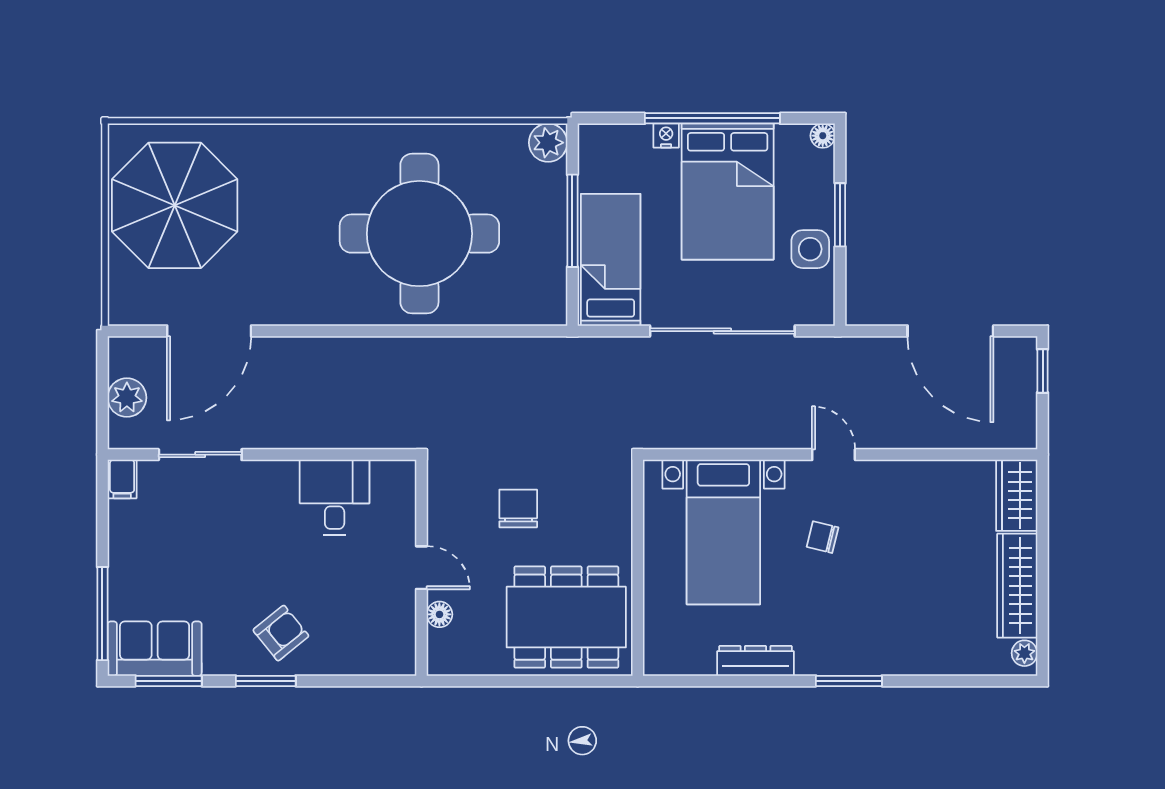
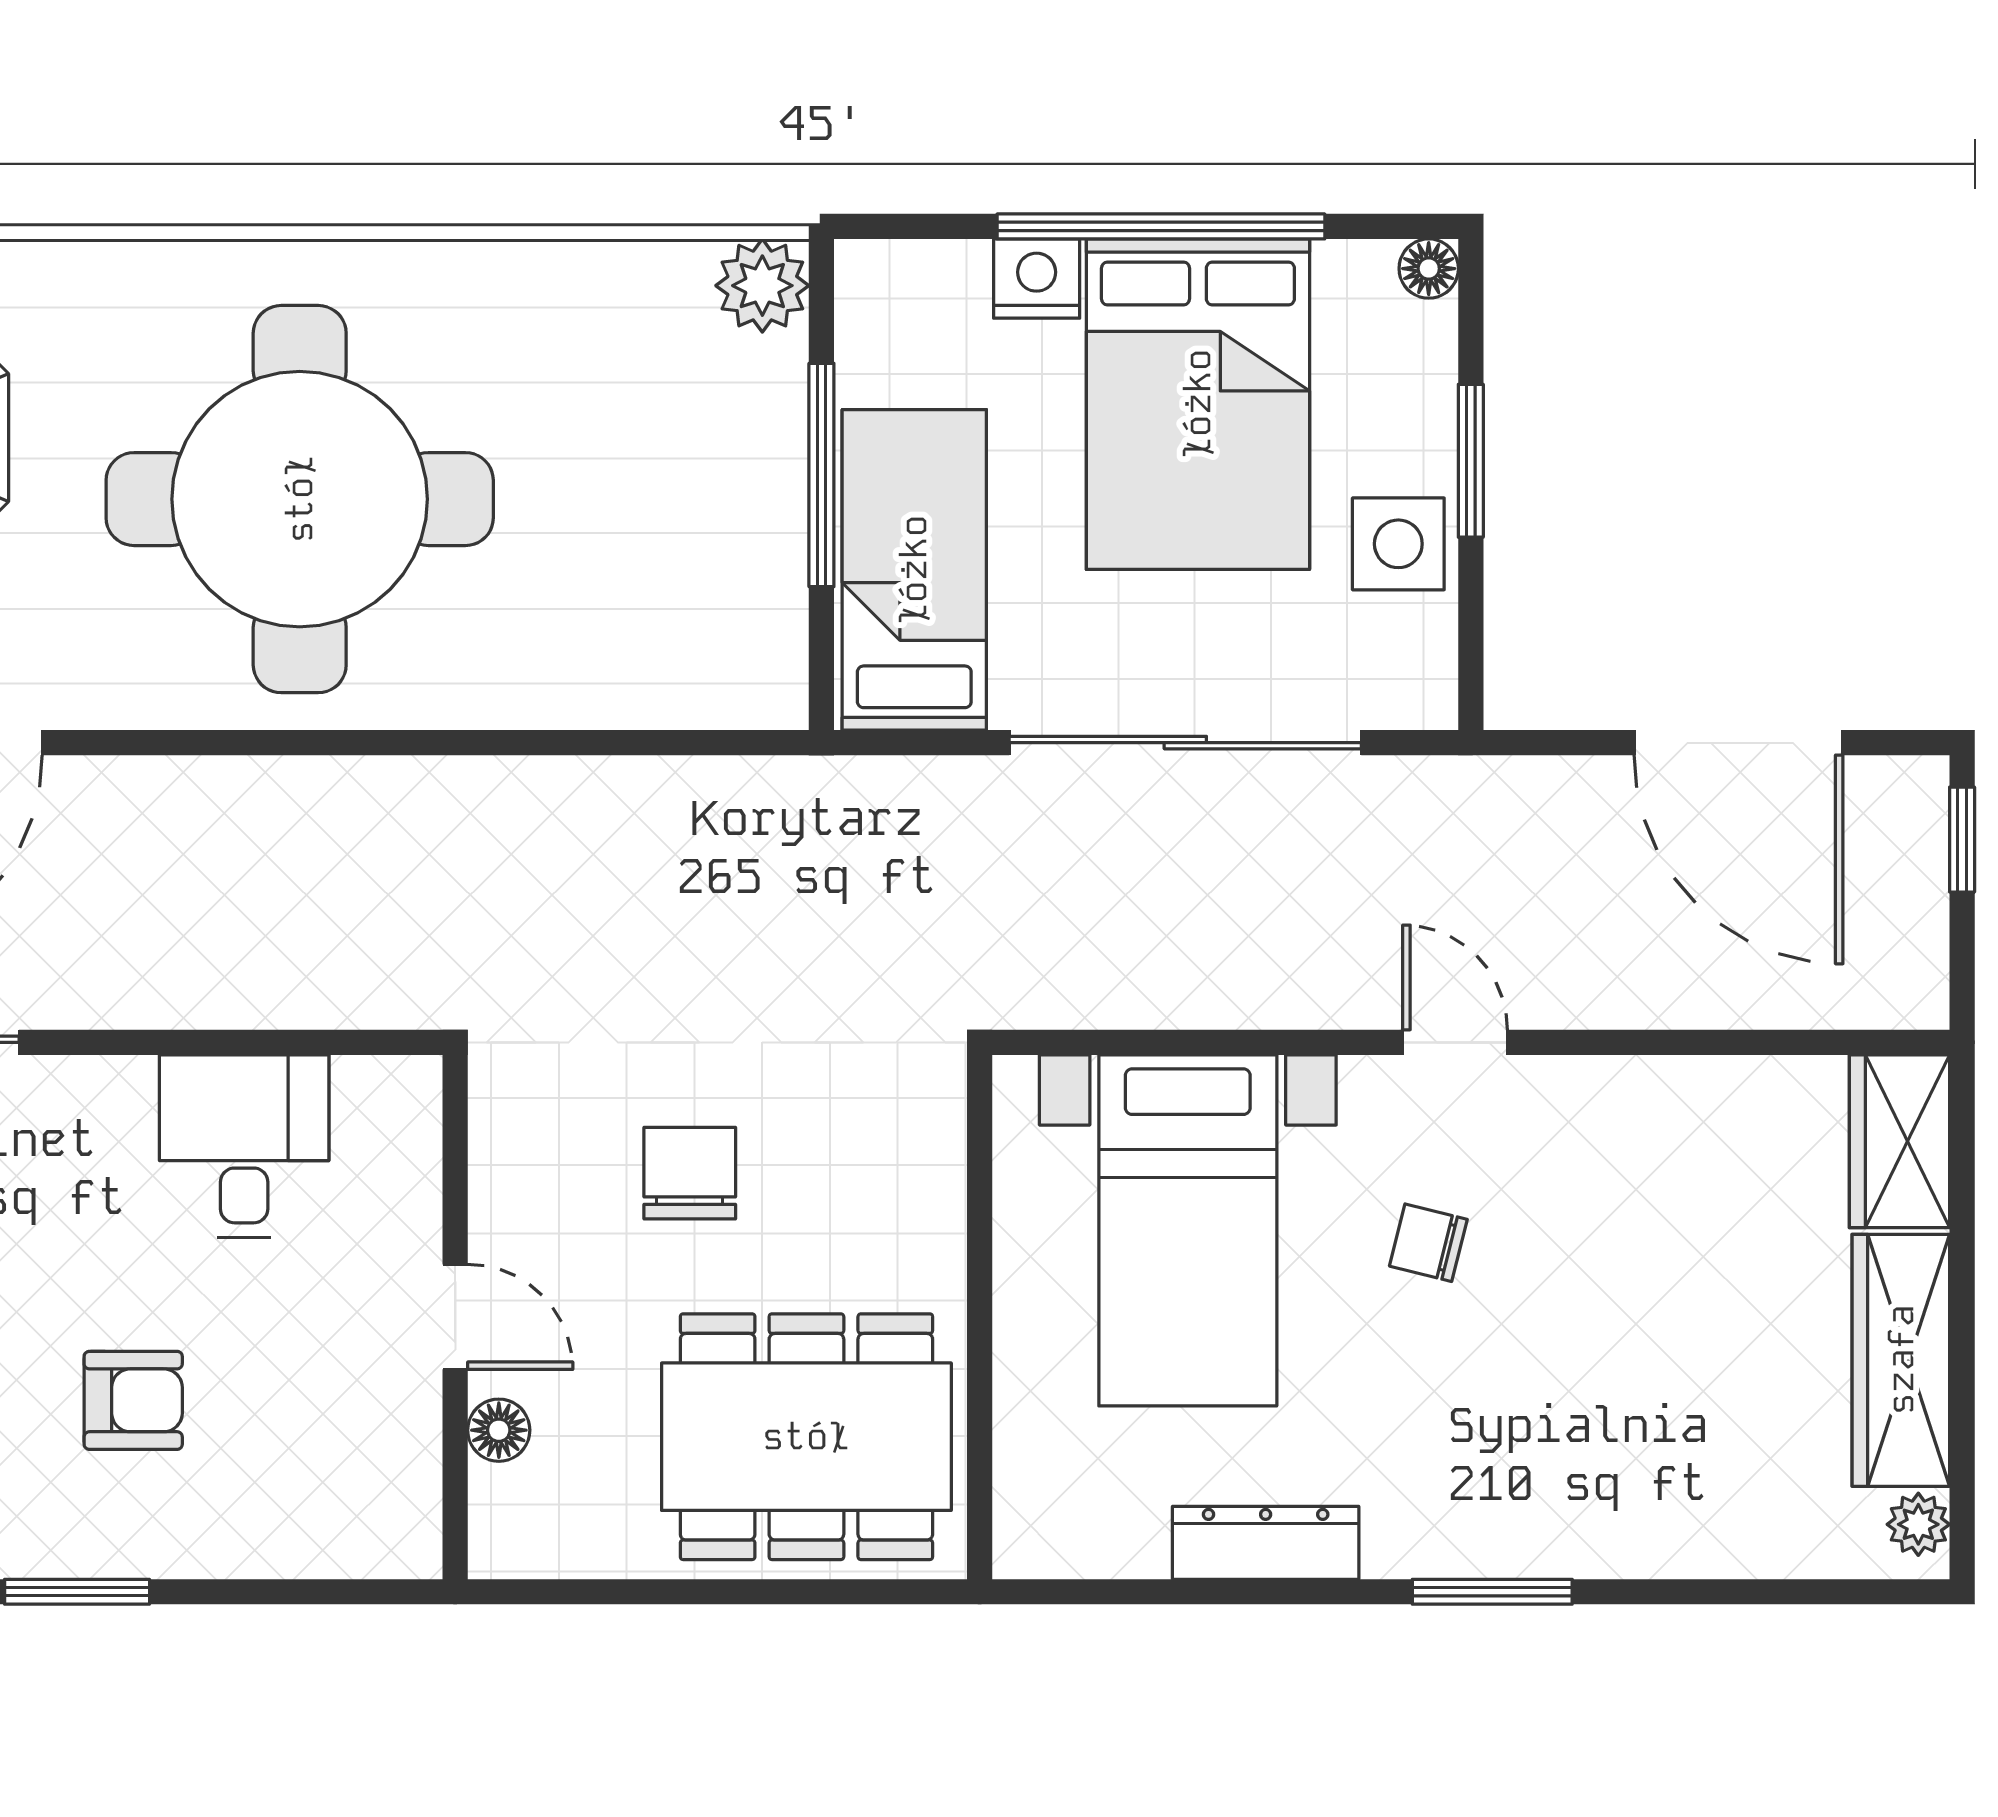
nightstand: (666, 136) -> (1037, 279), width x1.39, depth x1.35
round table: (419, 234) -> (300, 499), moved
armchair: (281, 633) -> (133, 1400), moved, turned 39

